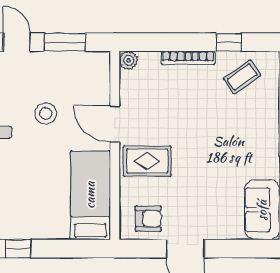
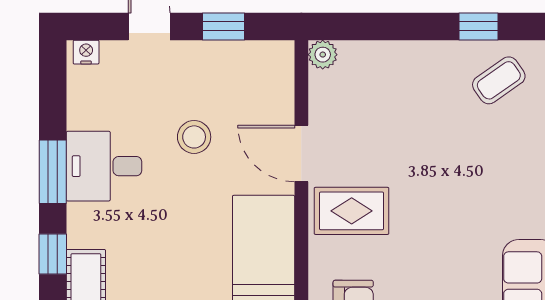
window: (65, 42) -> (224, 26), width x0.67
bookcase: (188, 58) -> (415, 51), removed

